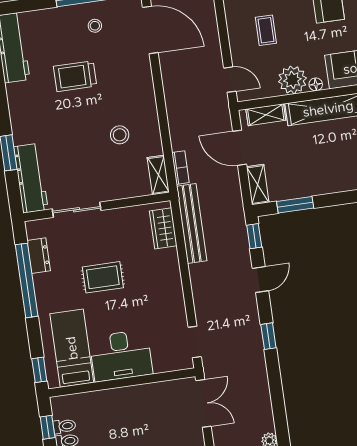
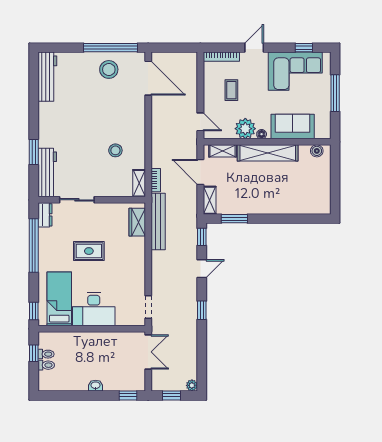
stool: (95, 26) -> (109, 69), width x1.89, depth x1.89
trolley: (75, 76) -> (89, 104), removed
dresser: (39, 256) -> (45, 215), moved

